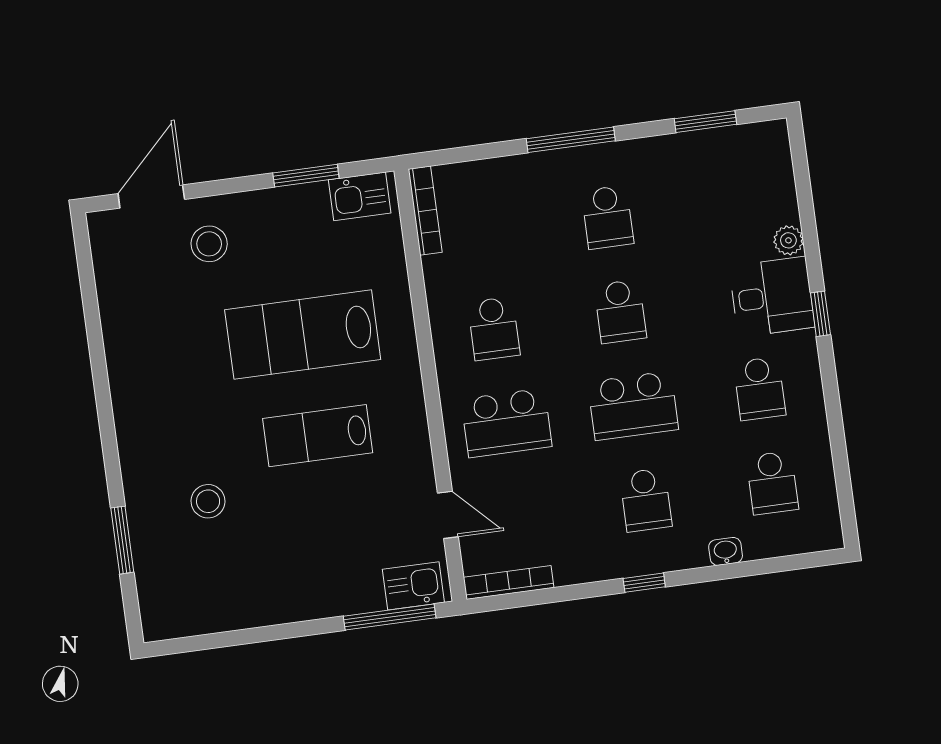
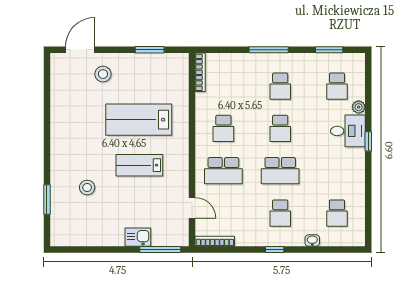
kitchen sink: (360, 196) -> (172, 62), removed
school desk: (760, 389) -> (337, 86), moved
kitchen sink: (413, 586) -> (138, 237), moved

